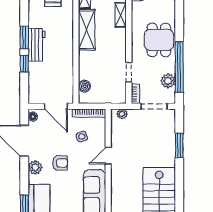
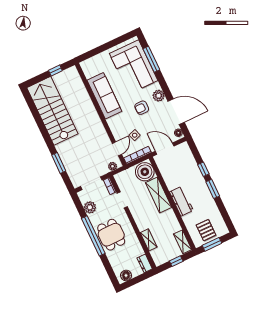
shelving: (87, 30) -> (159, 195), moved
workbench: (37, 45) -> (181, 201), moved, turned 180
window: (179, 67) -> (93, 236), moved
boiler: (84, 86) -> (145, 172), width x1.86, depth x1.86
door: (108, 156) -> (117, 149), moved

